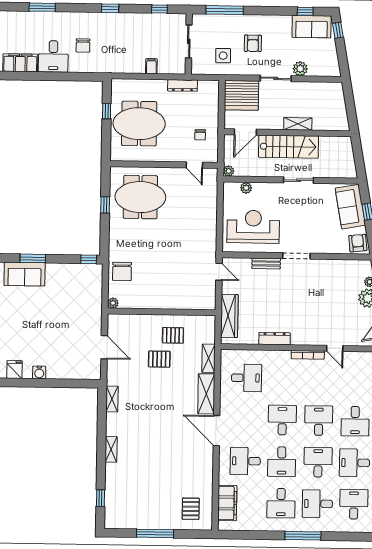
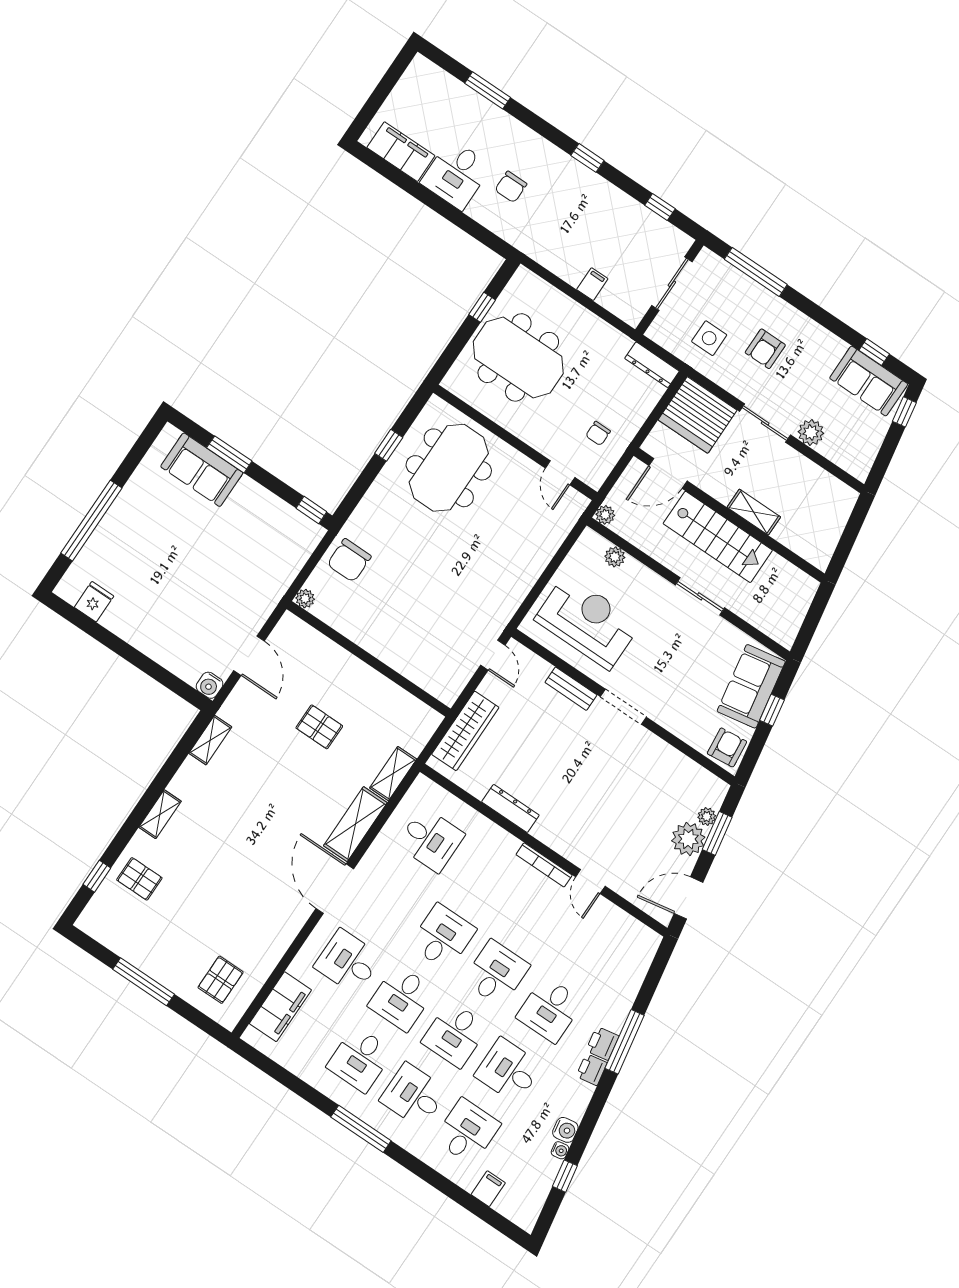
dresser: (183, 85) -> (652, 365), moved
meeting table: (140, 197) -> (449, 468), turned 90
pallet: (173, 335) -> (139, 879), moved
water cooler: (39, 372) -> (210, 685), moved
desk: (318, 462) -> (455, 1034), turned 180

